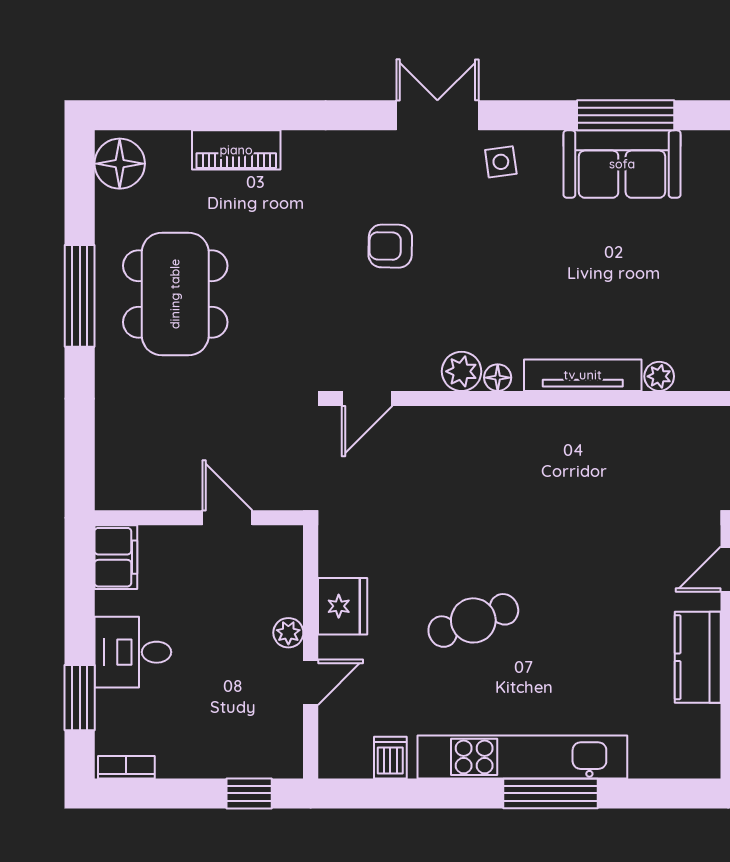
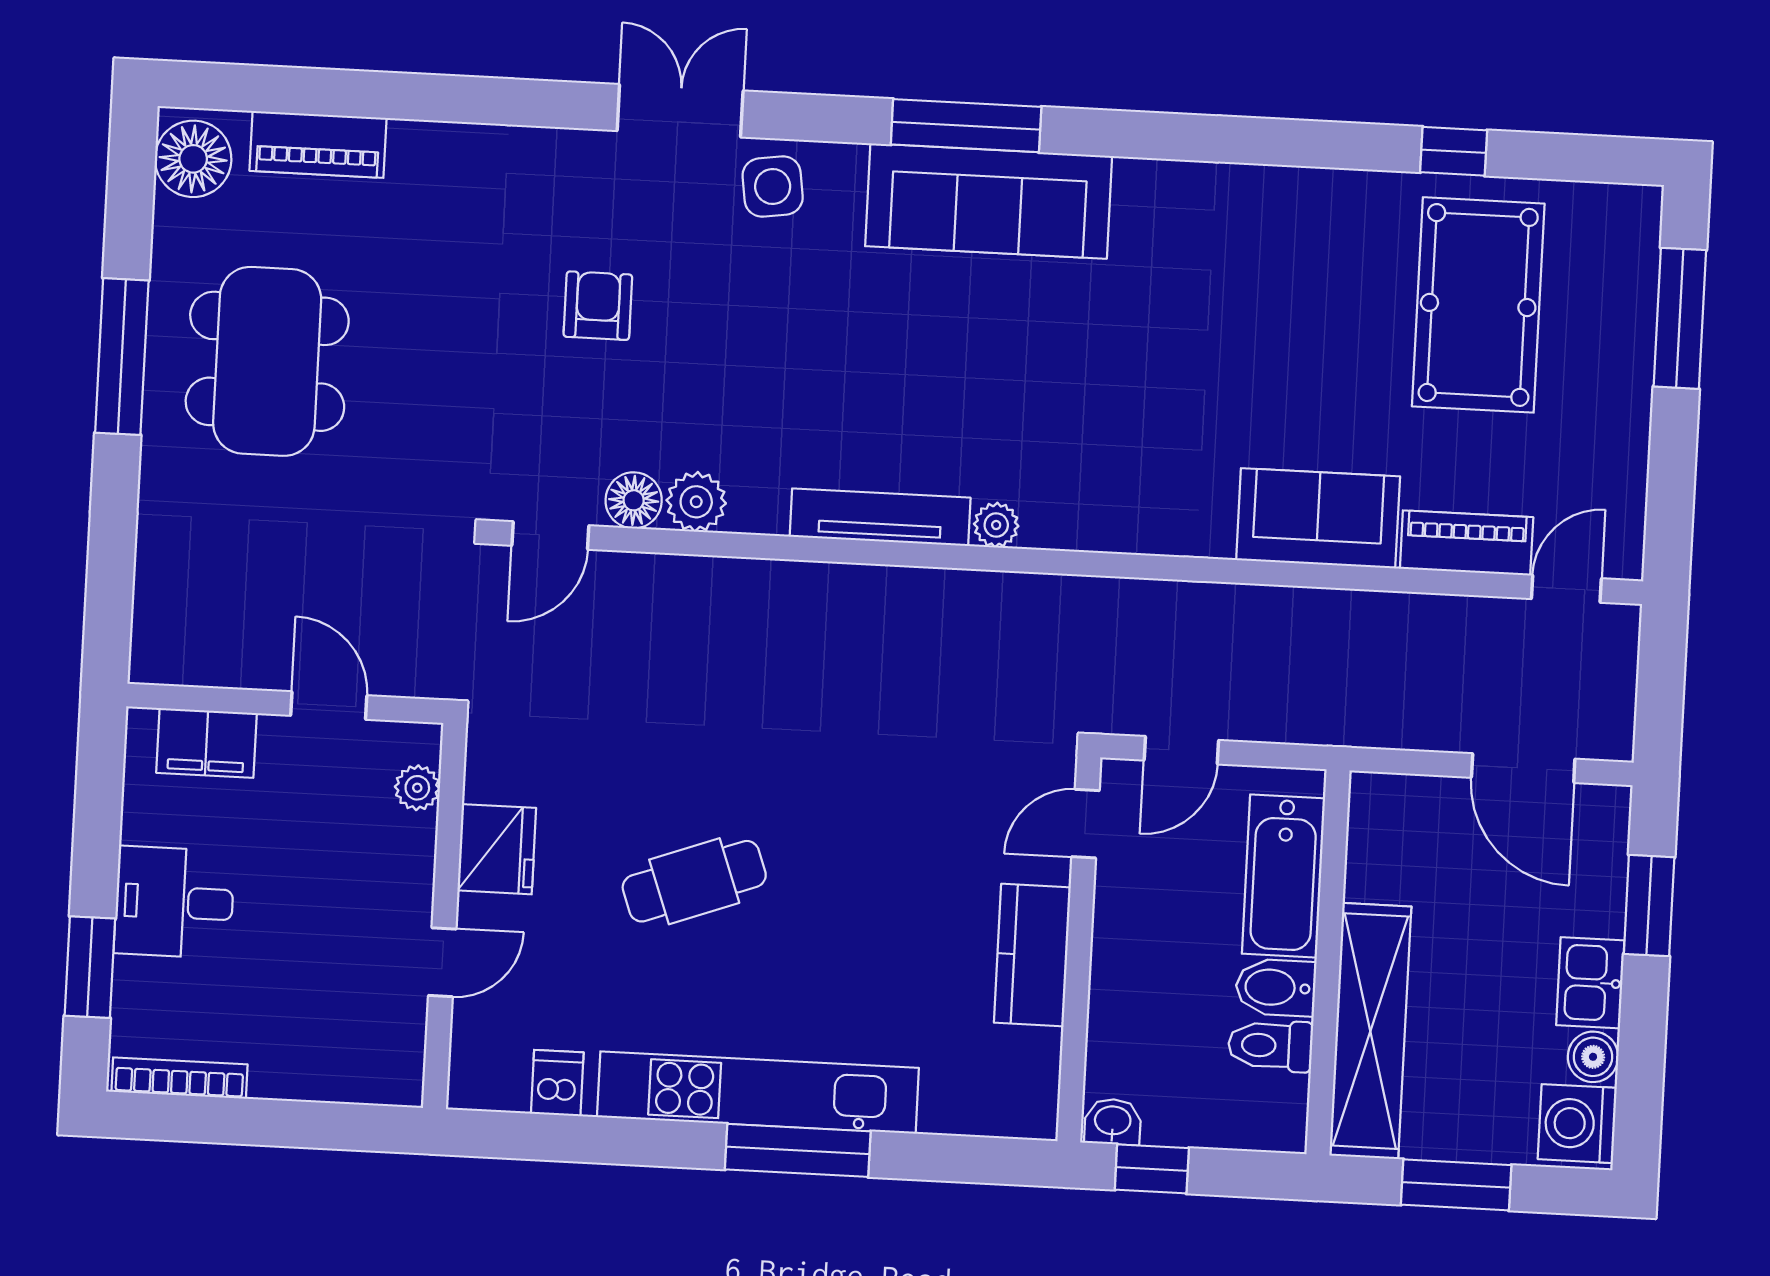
piano: (236, 150) -> (318, 144), moved
side table: (501, 162) -> (773, 186), width x1.37, depth x1.37
sofa: (622, 164) -> (989, 201), width x1.36
armchair: (390, 246) -> (598, 306), turned 89
floor lamp: (498, 378) -> (634, 500), moved, width x1.37, depth x1.37
filing cabinet: (116, 557) -> (206, 743), moved, turned 90
plant: (288, 633) -> (417, 788), moved
bookcase: (126, 767) -> (179, 1078), width x1.56
window: (249, 793) -> (340, 1126), removed

